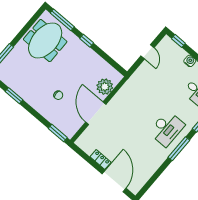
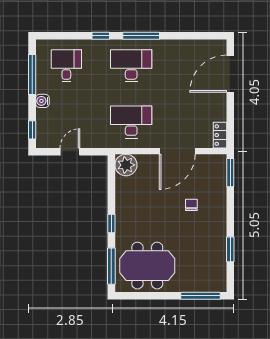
plant: (105, 87) -> (126, 165), moved
desk: (135, 101) -> (131, 122), added
locker: (101, 159) -> (220, 135), moved

